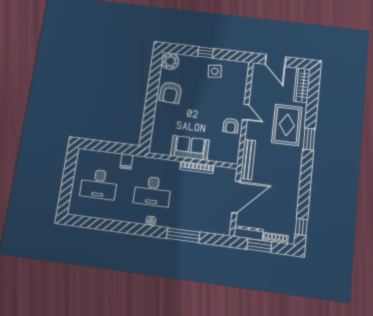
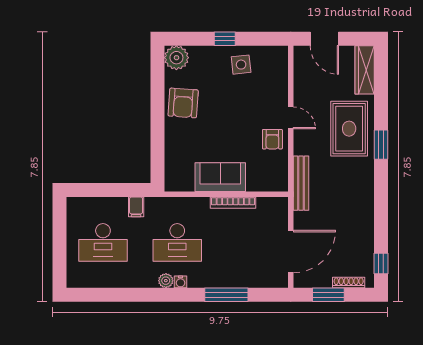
door: (236, 197) -> (291, 251), moved
plant: (140, 218) -> (166, 281), added
dresser: (248, 233) -> (312, 281), removed

